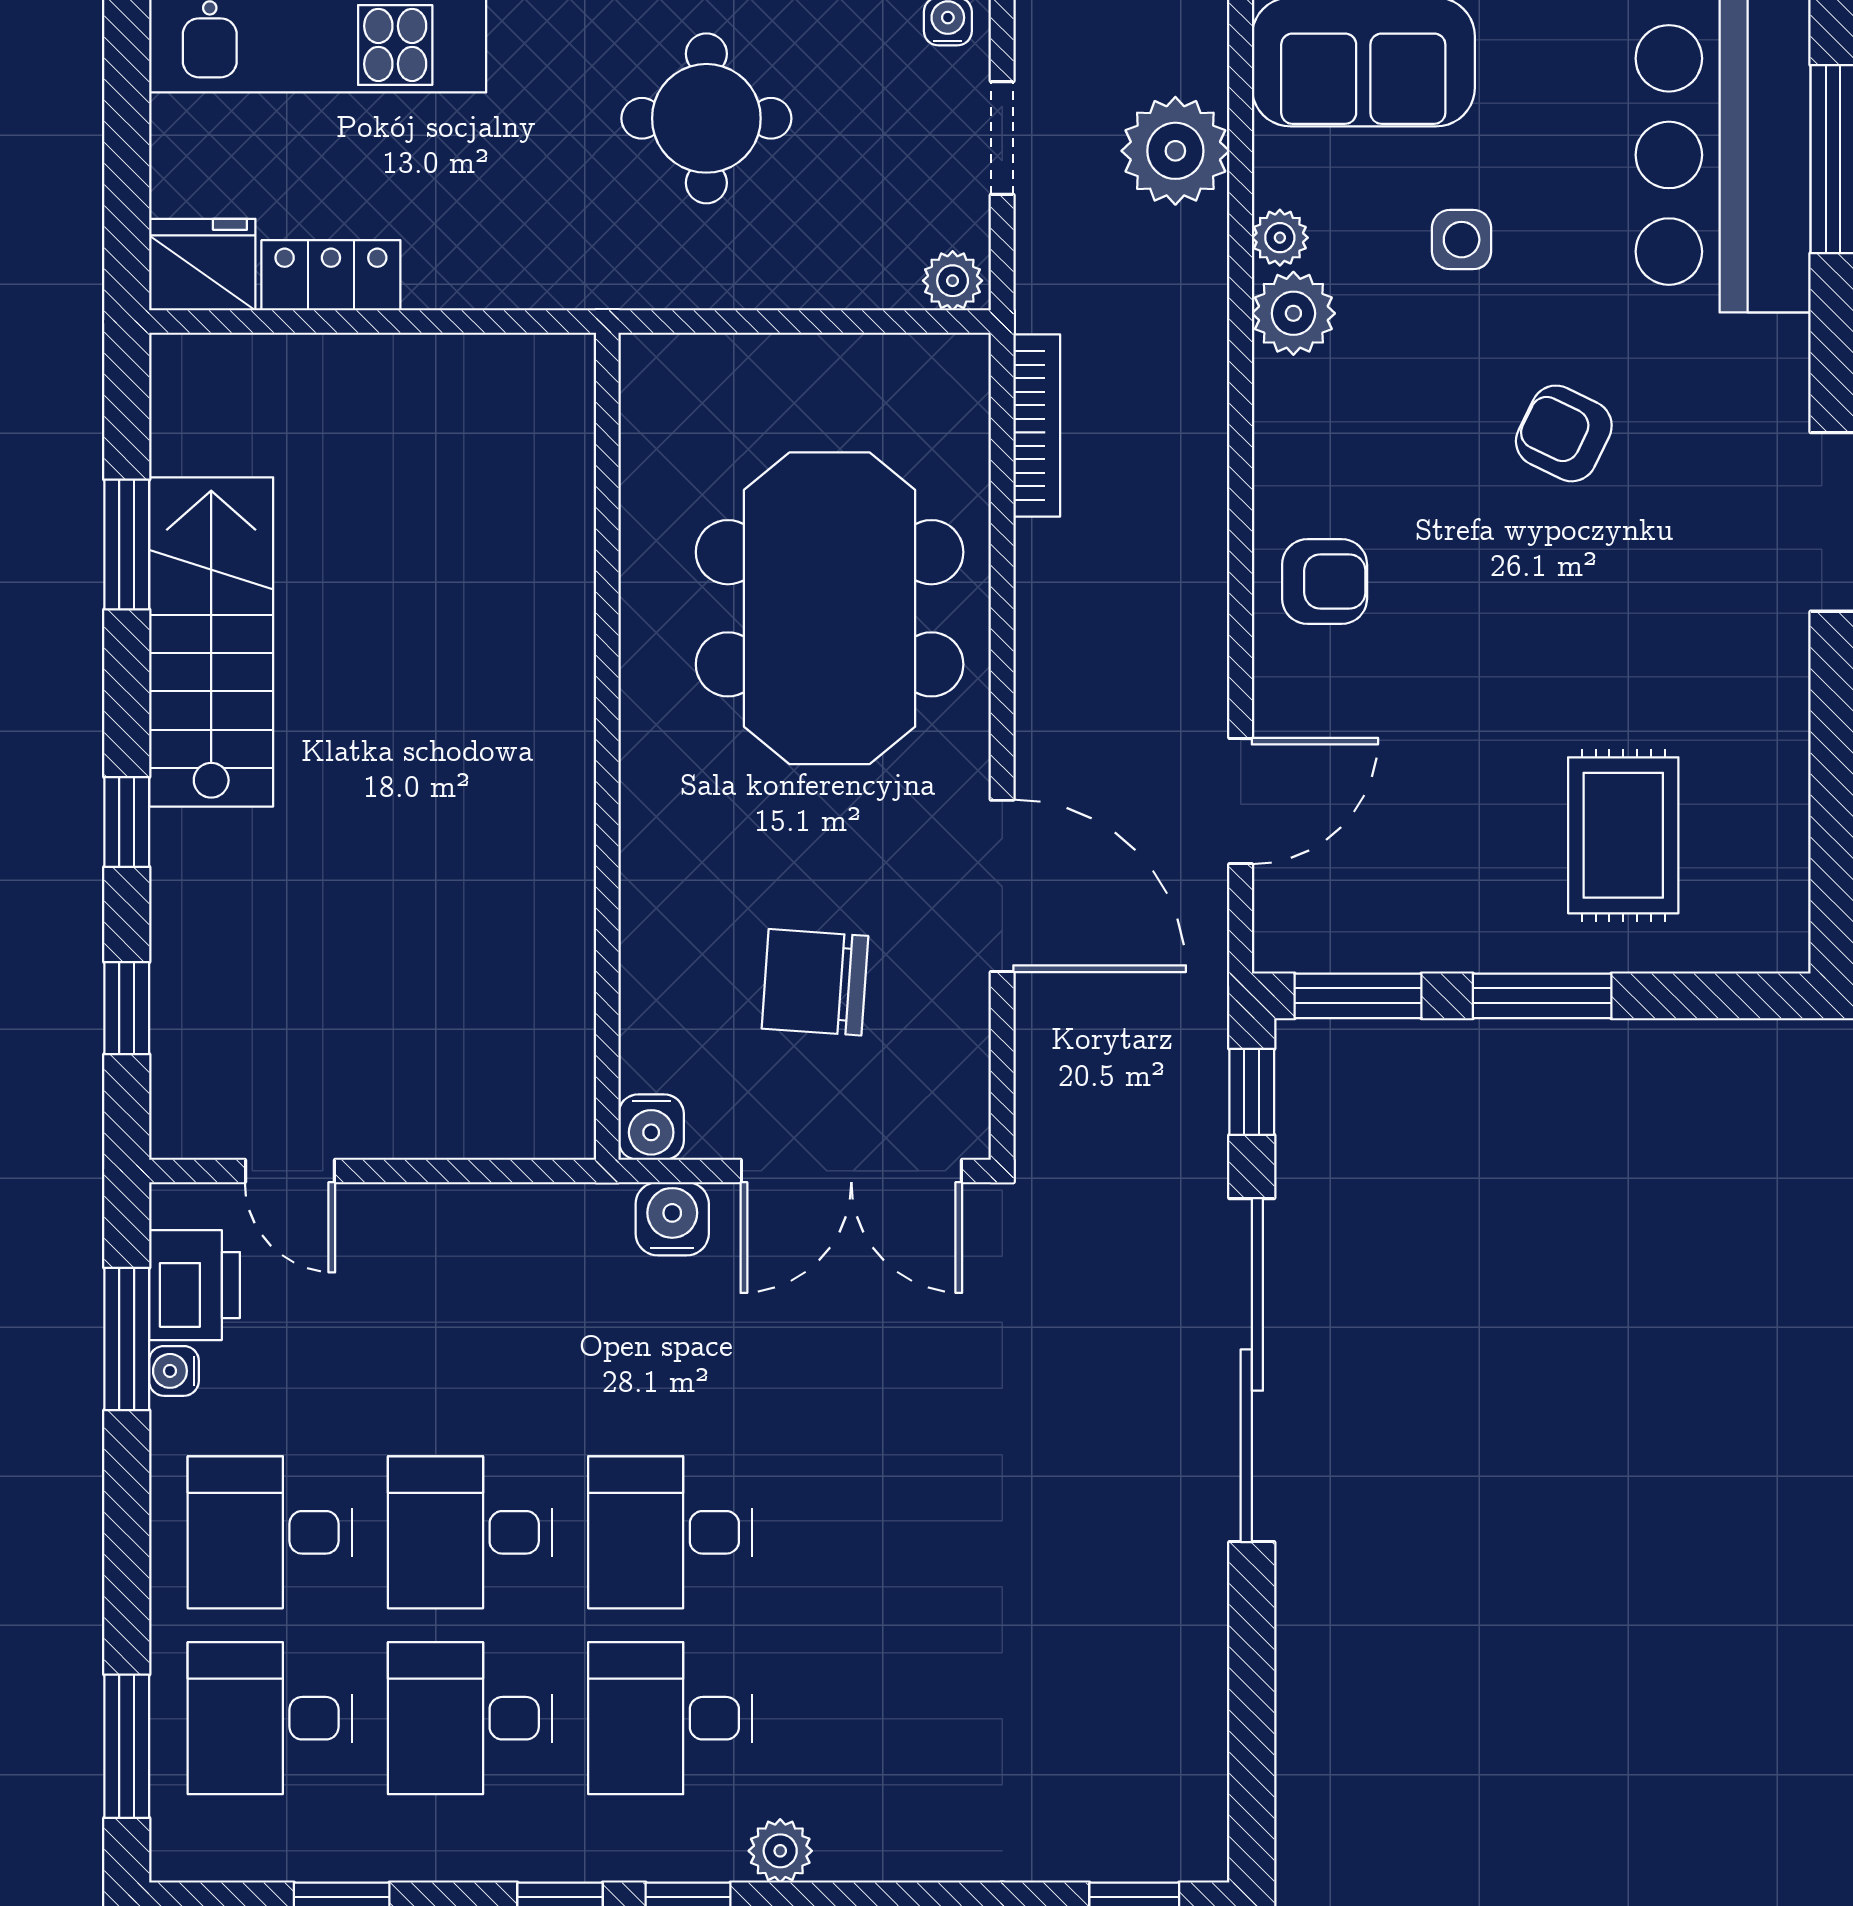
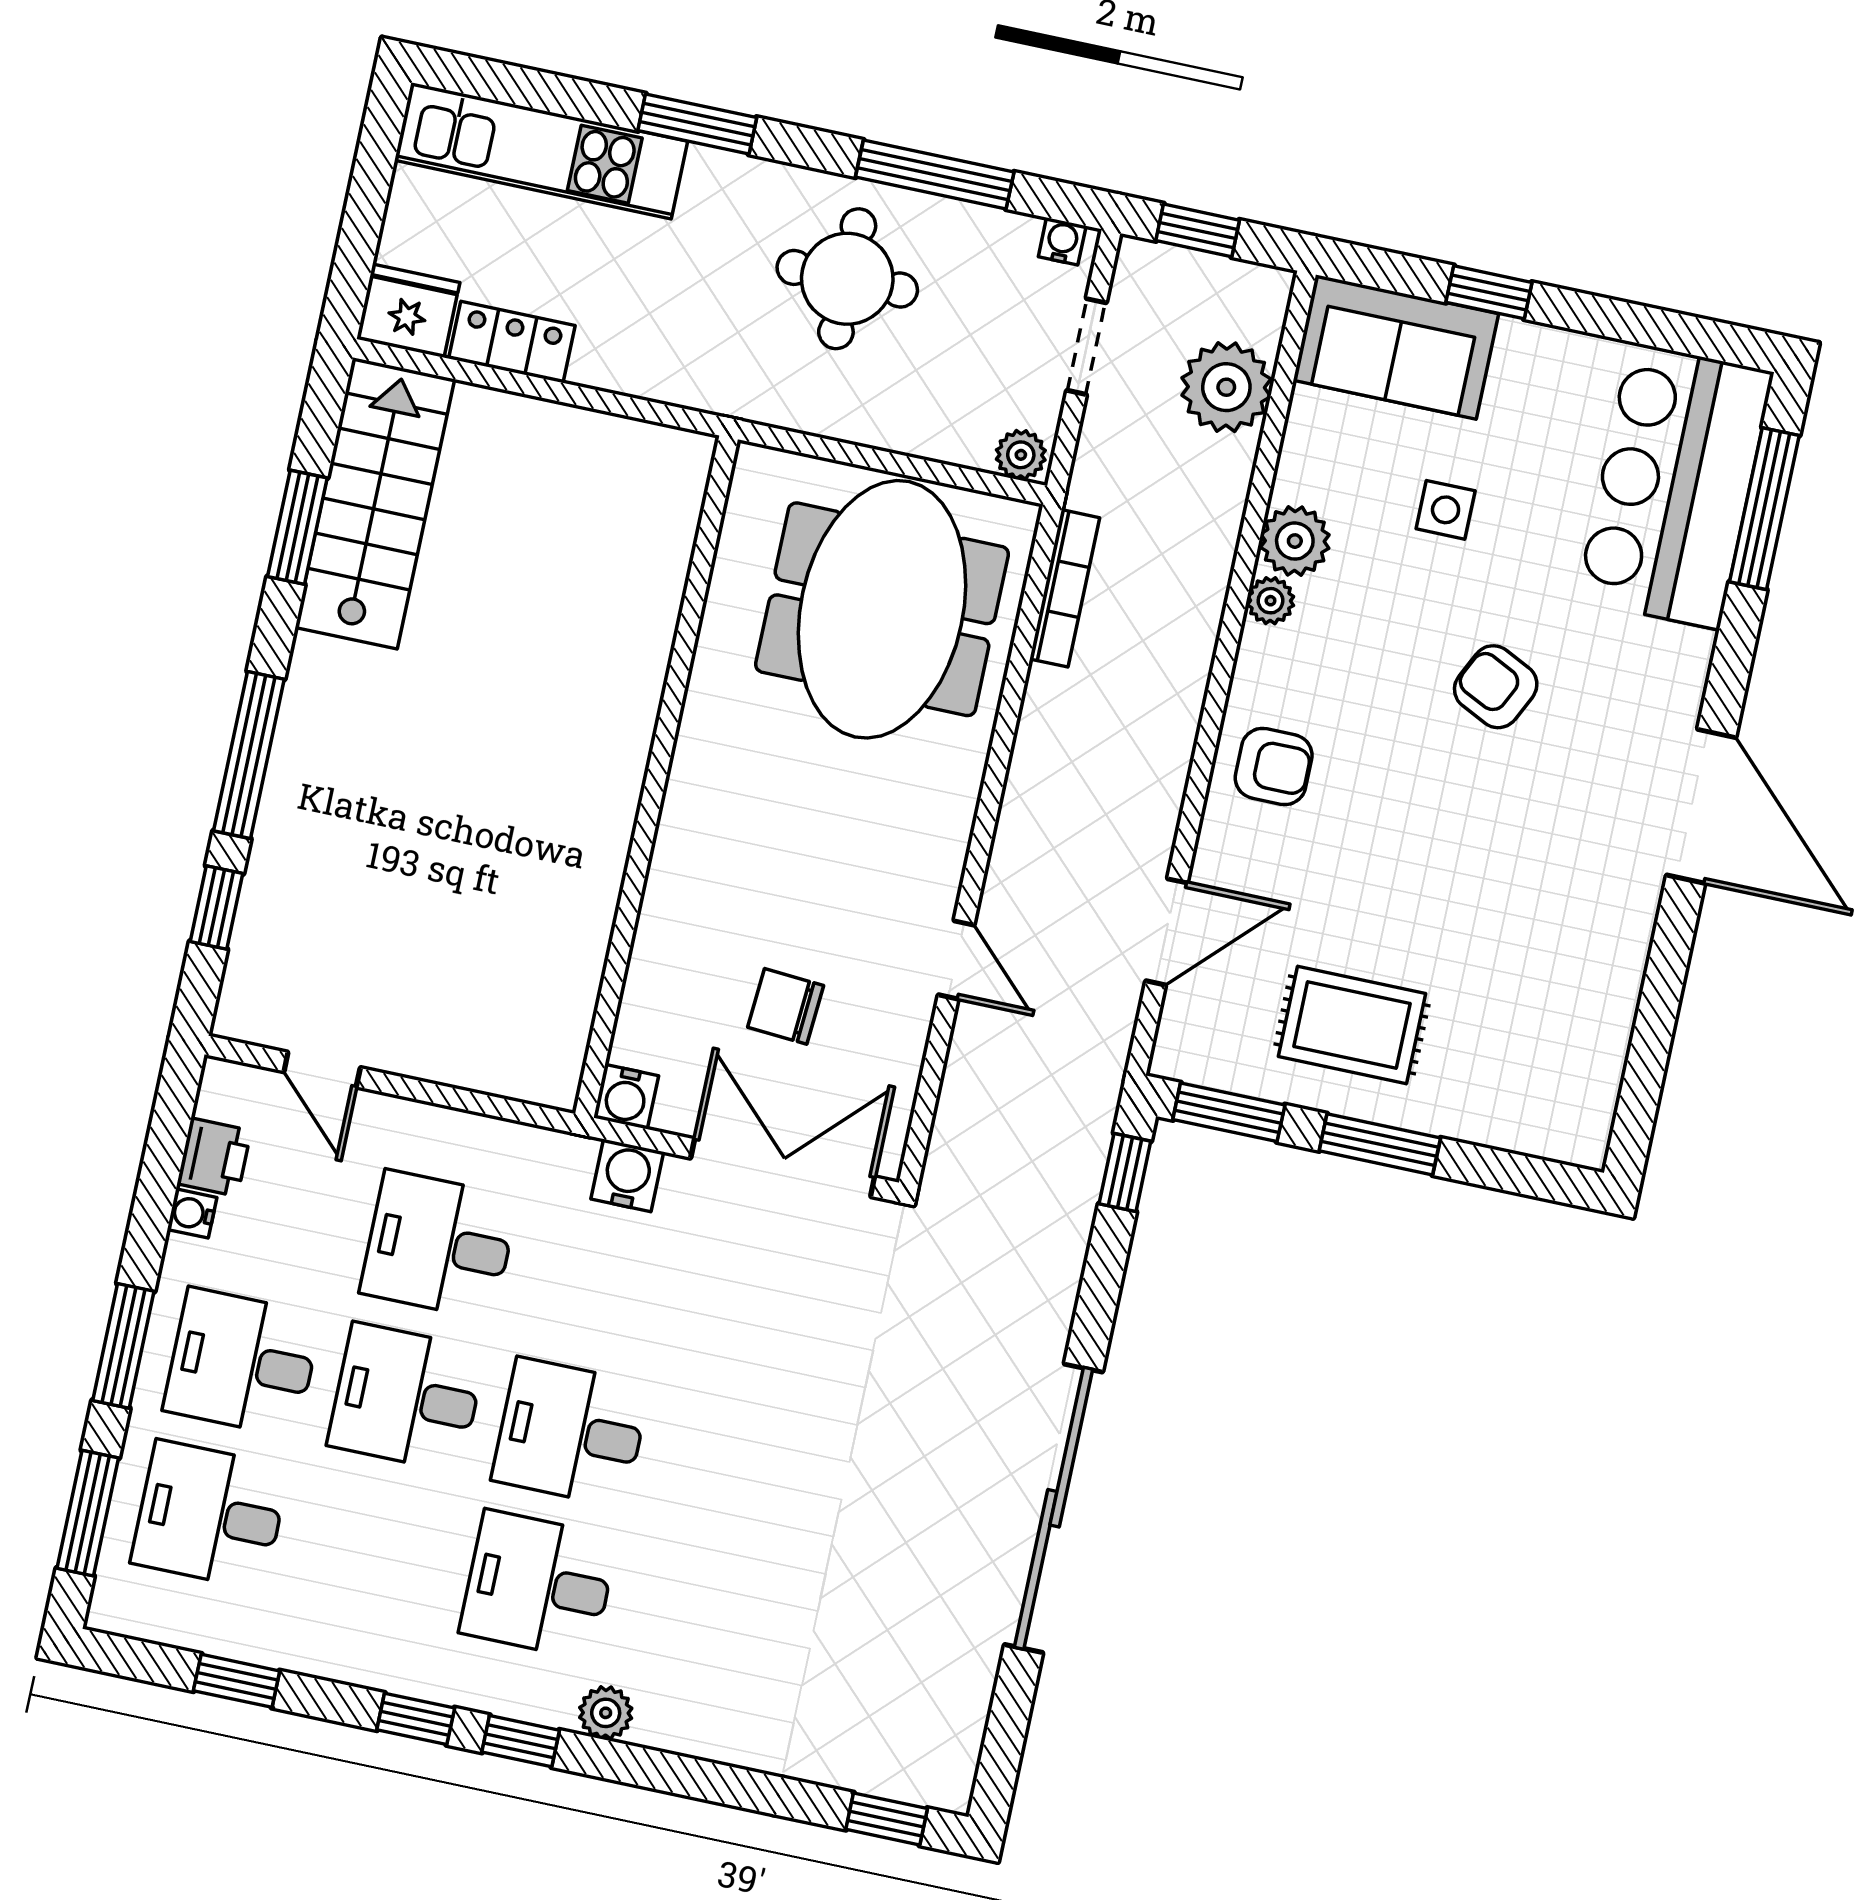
plant: (1280, 238) -> (1270, 601), moved
meeting table: (830, 608) -> (882, 609), moved
stairs: (211, 642) -> (375, 503), moved
window: (127, 822) -> (249, 755), width x2.17
rug: (1623, 835) -> (1352, 1025), moved, turned 90
door: (1002, 886) -> (956, 960), width x0.53
chair: (815, 982) -> (786, 1006), width x0.73, depth x0.73
double door: (851, 1171) -> (783, 1168), swing flipped
printer: (195, 1285) -> (214, 1157), width x0.73, depth x0.81
window: (127, 1339) -> (123, 1346), moved
sliding door: (1252, 1370) -> (1054, 1508), moved
desk: (470, 1718) -> (439, 1245), moved

